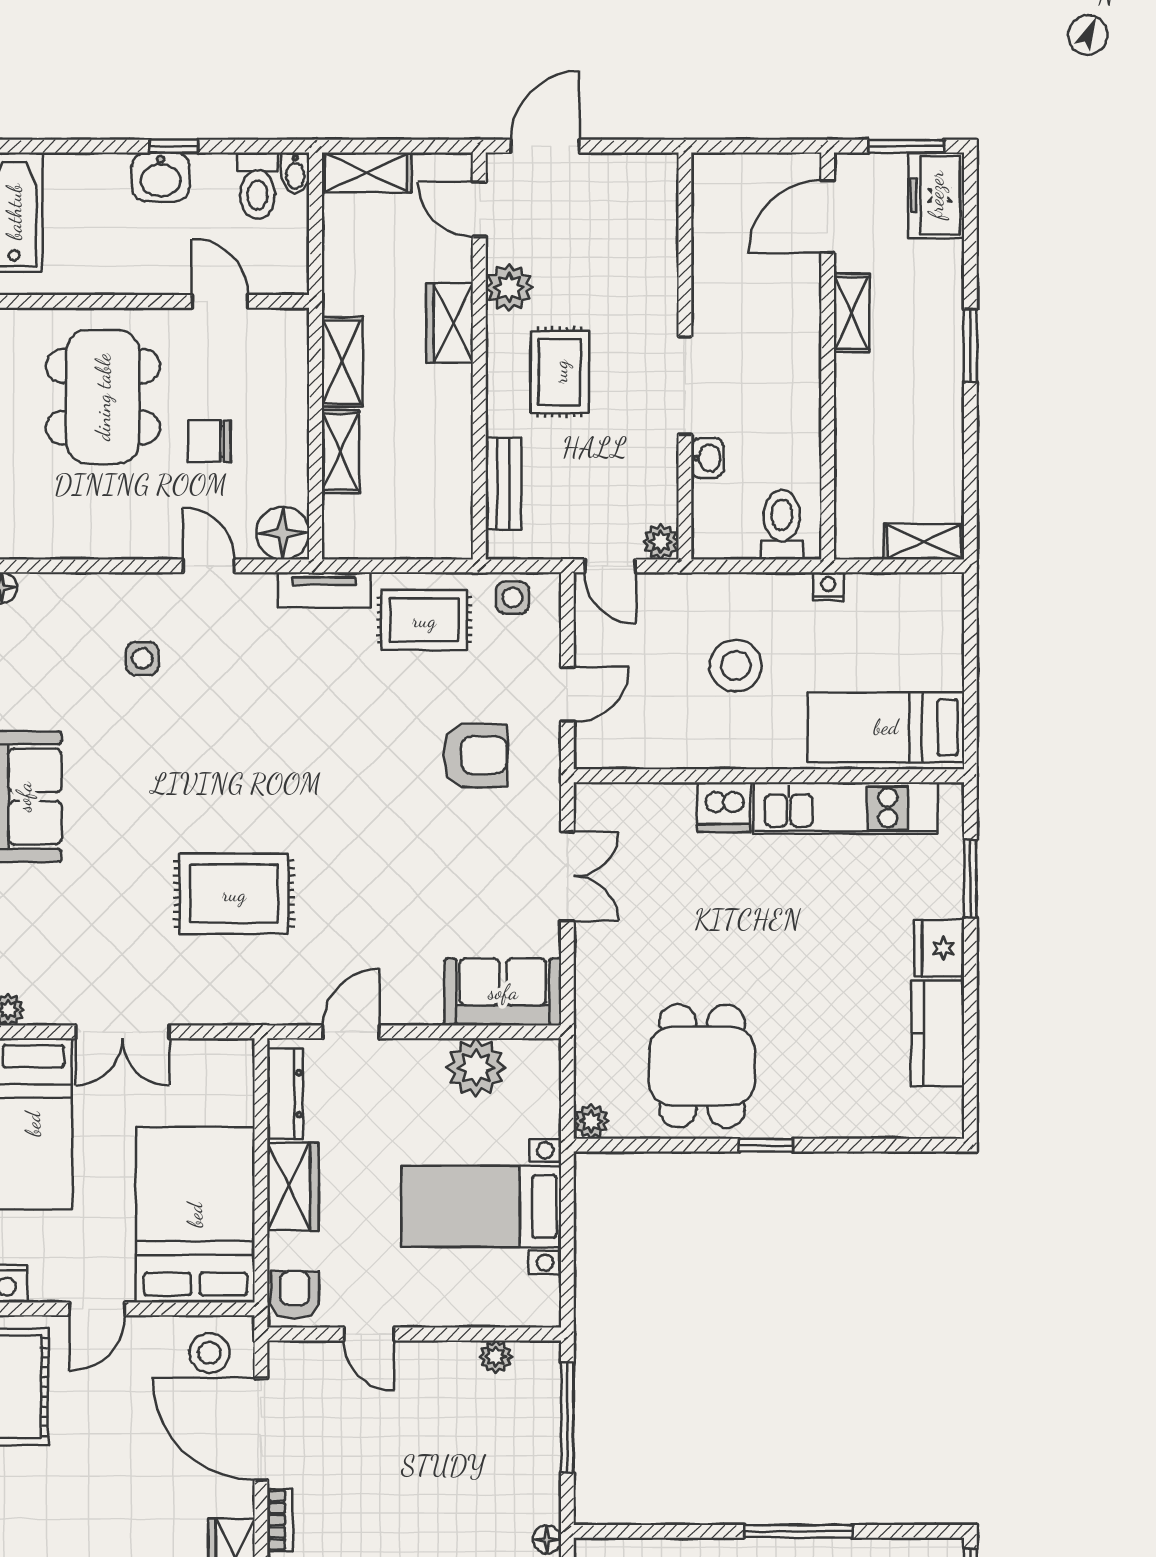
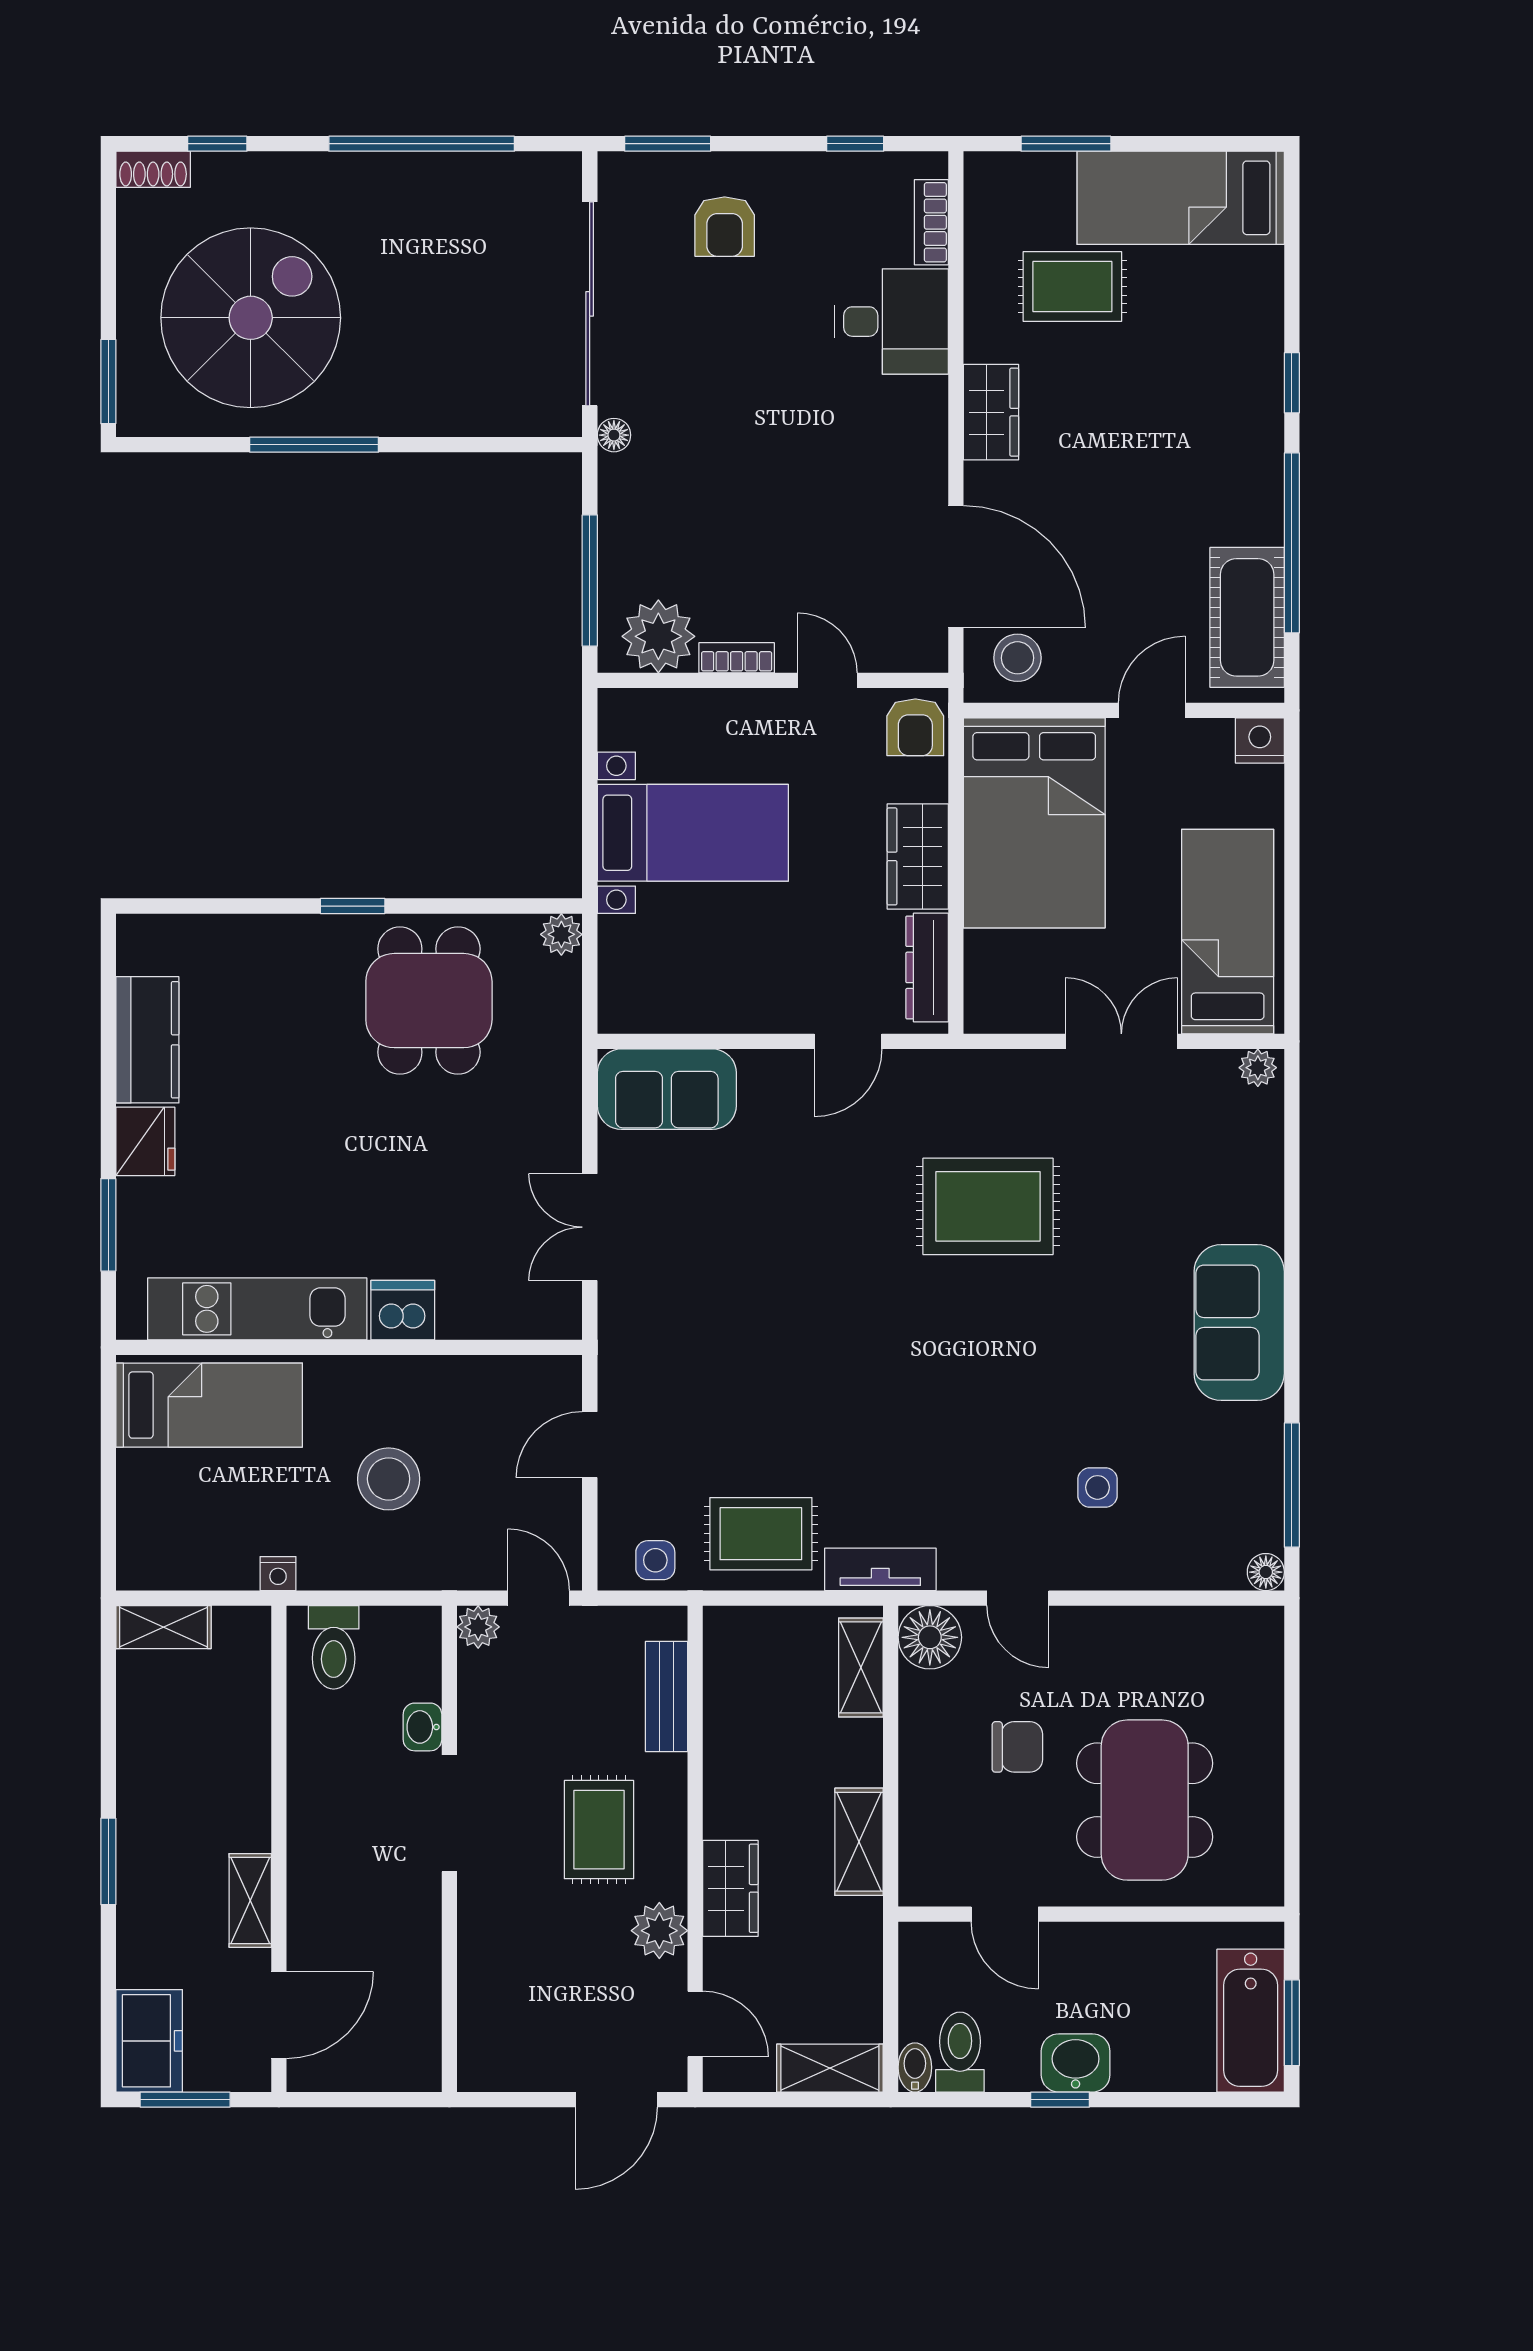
shelving: (340, 452) -> (861, 1667), moved
armchair: (475, 755) -> (700, 1372), removed
plant: (476, 1067) -> (699, 999), removed
plant: (496, 1357) -> (658, 636), width x1.87, depth x1.87
bookcase: (280, 1520) -> (737, 658), moved, turned 90

